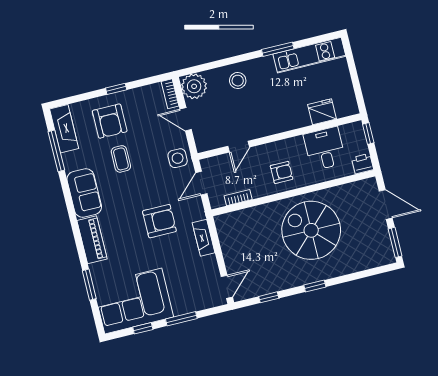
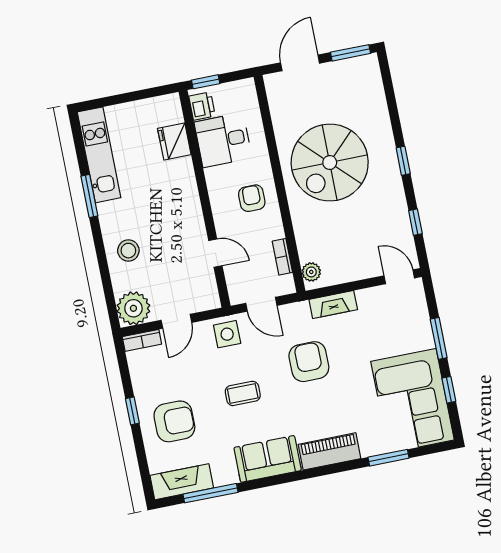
coffee table: (121, 159) -> (243, 393), moved
printer: (363, 164) -> (202, 106), moved, turned 180
plant: (228, 220) -> (311, 272), added

